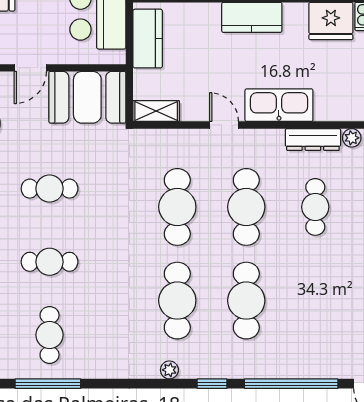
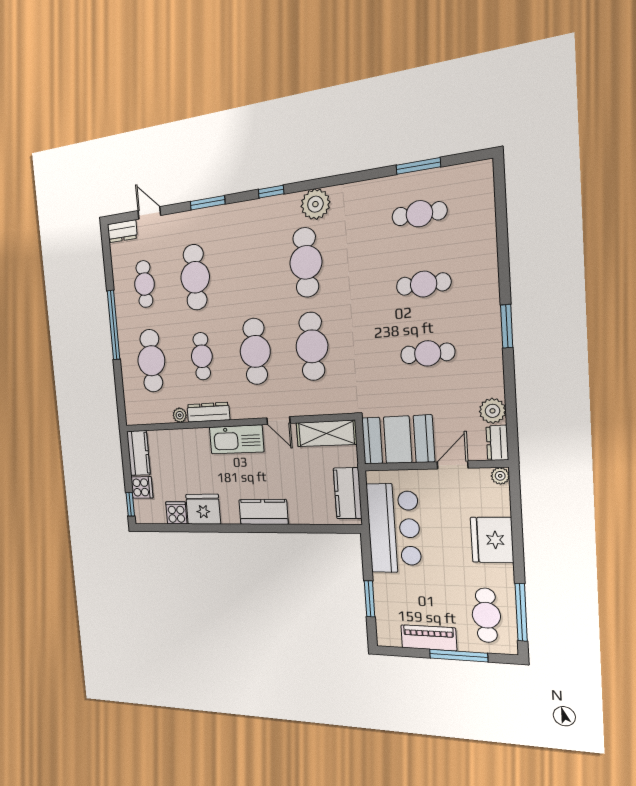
shelving: (156, 111) -> (326, 433), width x1.50, depth x1.33
cafe table: (246, 301) -> (195, 277), moved
cafe table: (50, 335) -> (419, 214), turned 90
plant: (169, 370) -> (315, 204), width x1.87, depth x1.87
window: (48, 384) -> (418, 166), width x0.69
window: (291, 384) -> (208, 203), width x0.47

